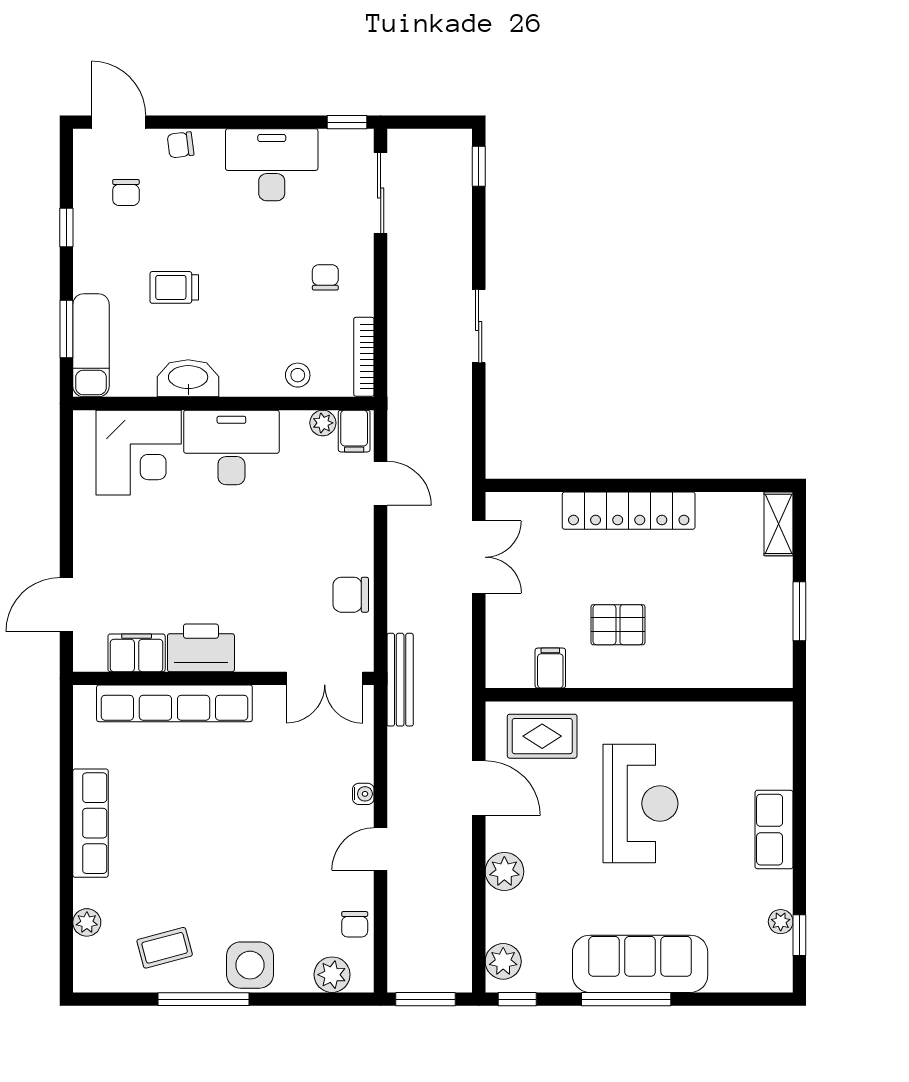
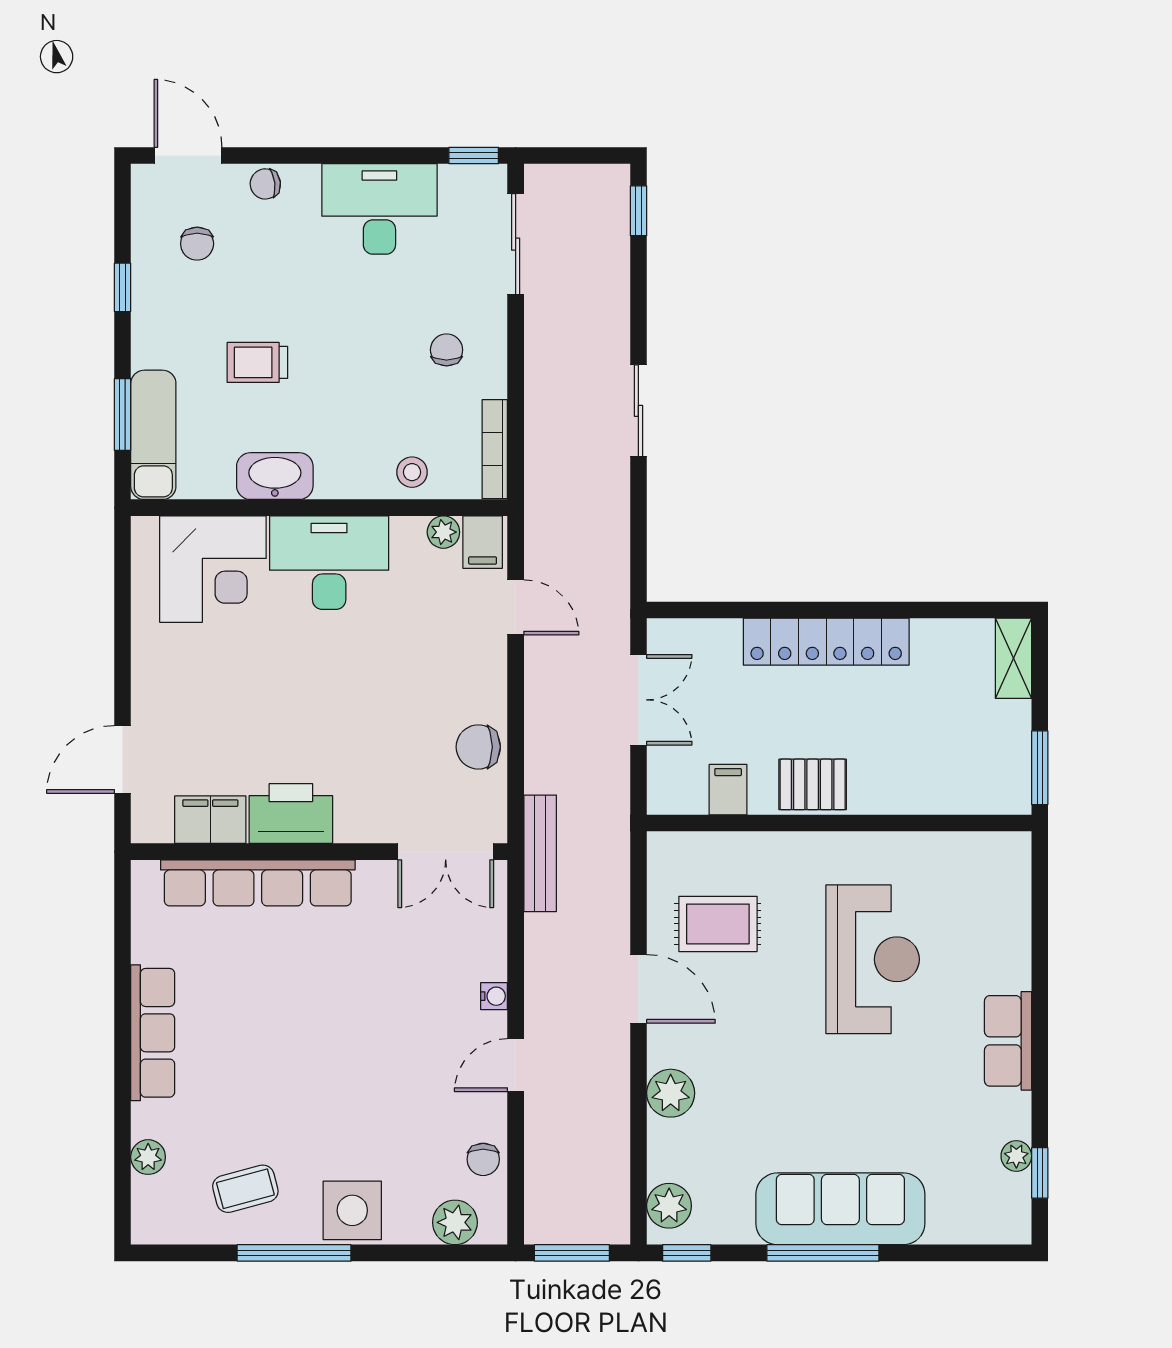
filing cabinet: (550, 668) -> (728, 790), moved
wall: (639, 695) -> (839, 823), moved
reception desk: (640, 803) -> (873, 959), moved

